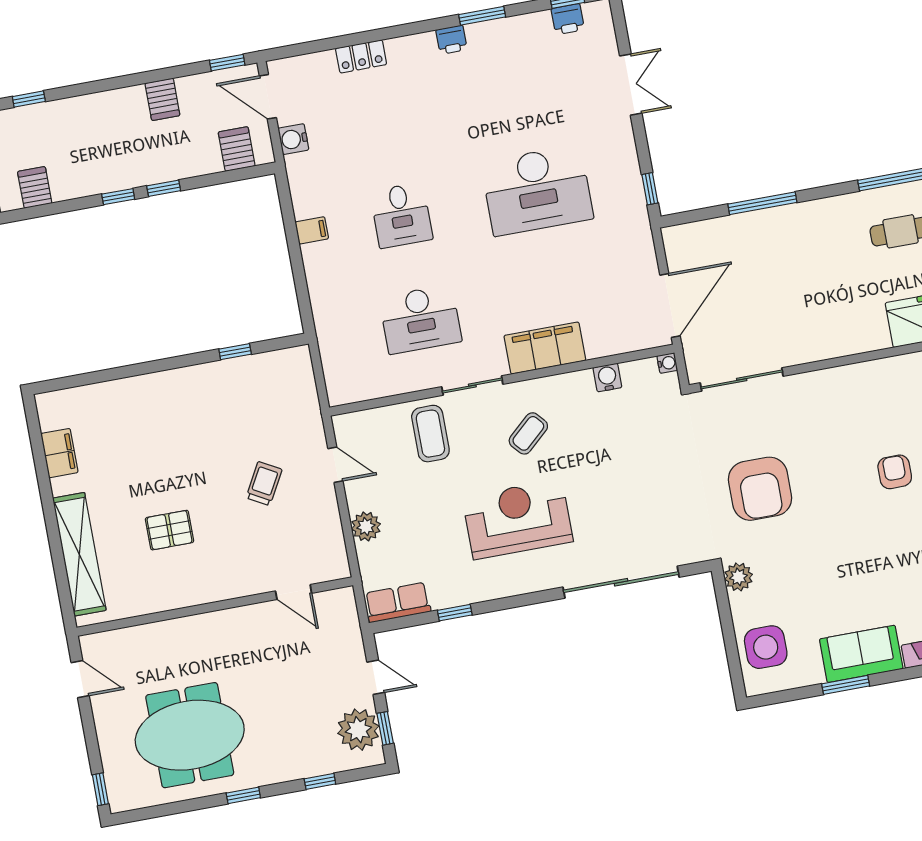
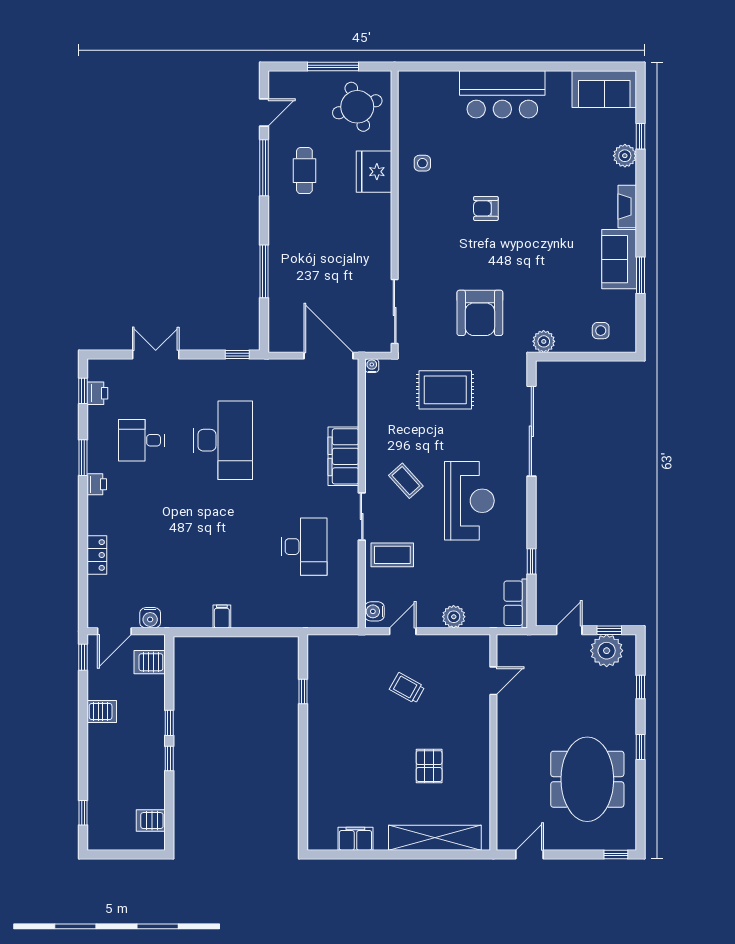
desk: (401, 215) -> (141, 440), moved, turned 180
water cooler: (607, 378) -> (374, 611), moved
rug: (654, 463) -> (445, 390), added
armchair: (760, 489) -> (480, 313), turned 90
reception desk: (518, 519) -> (469, 501), turned 180
side table: (766, 647) -> (601, 331), width x0.54, depth x0.54

